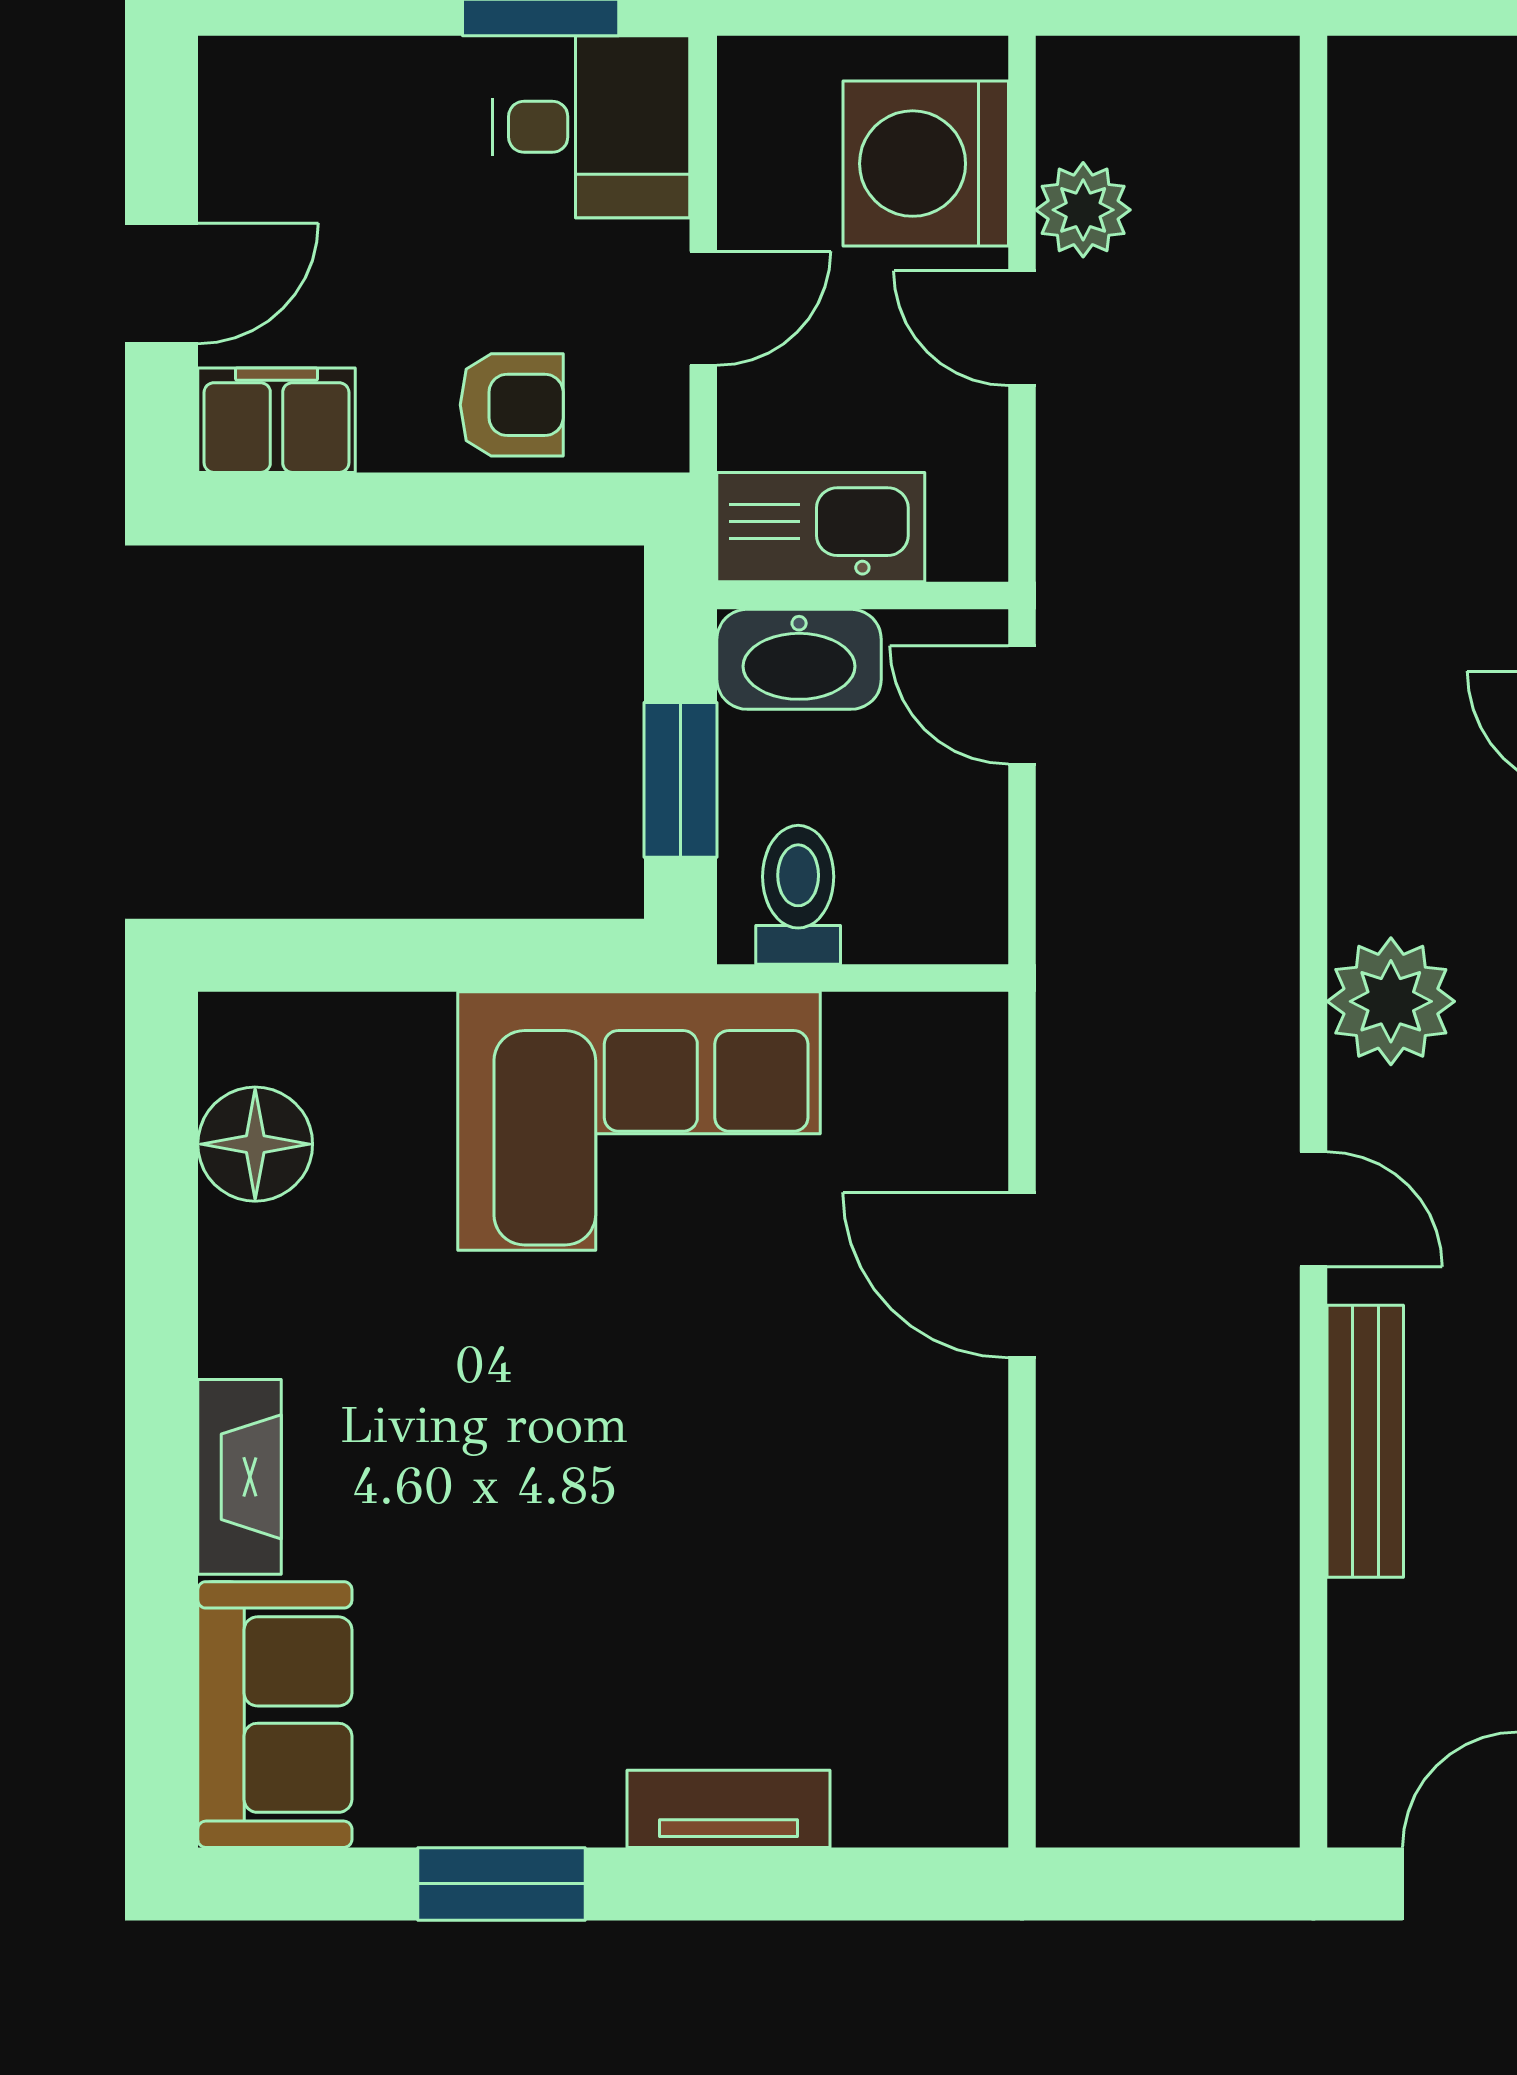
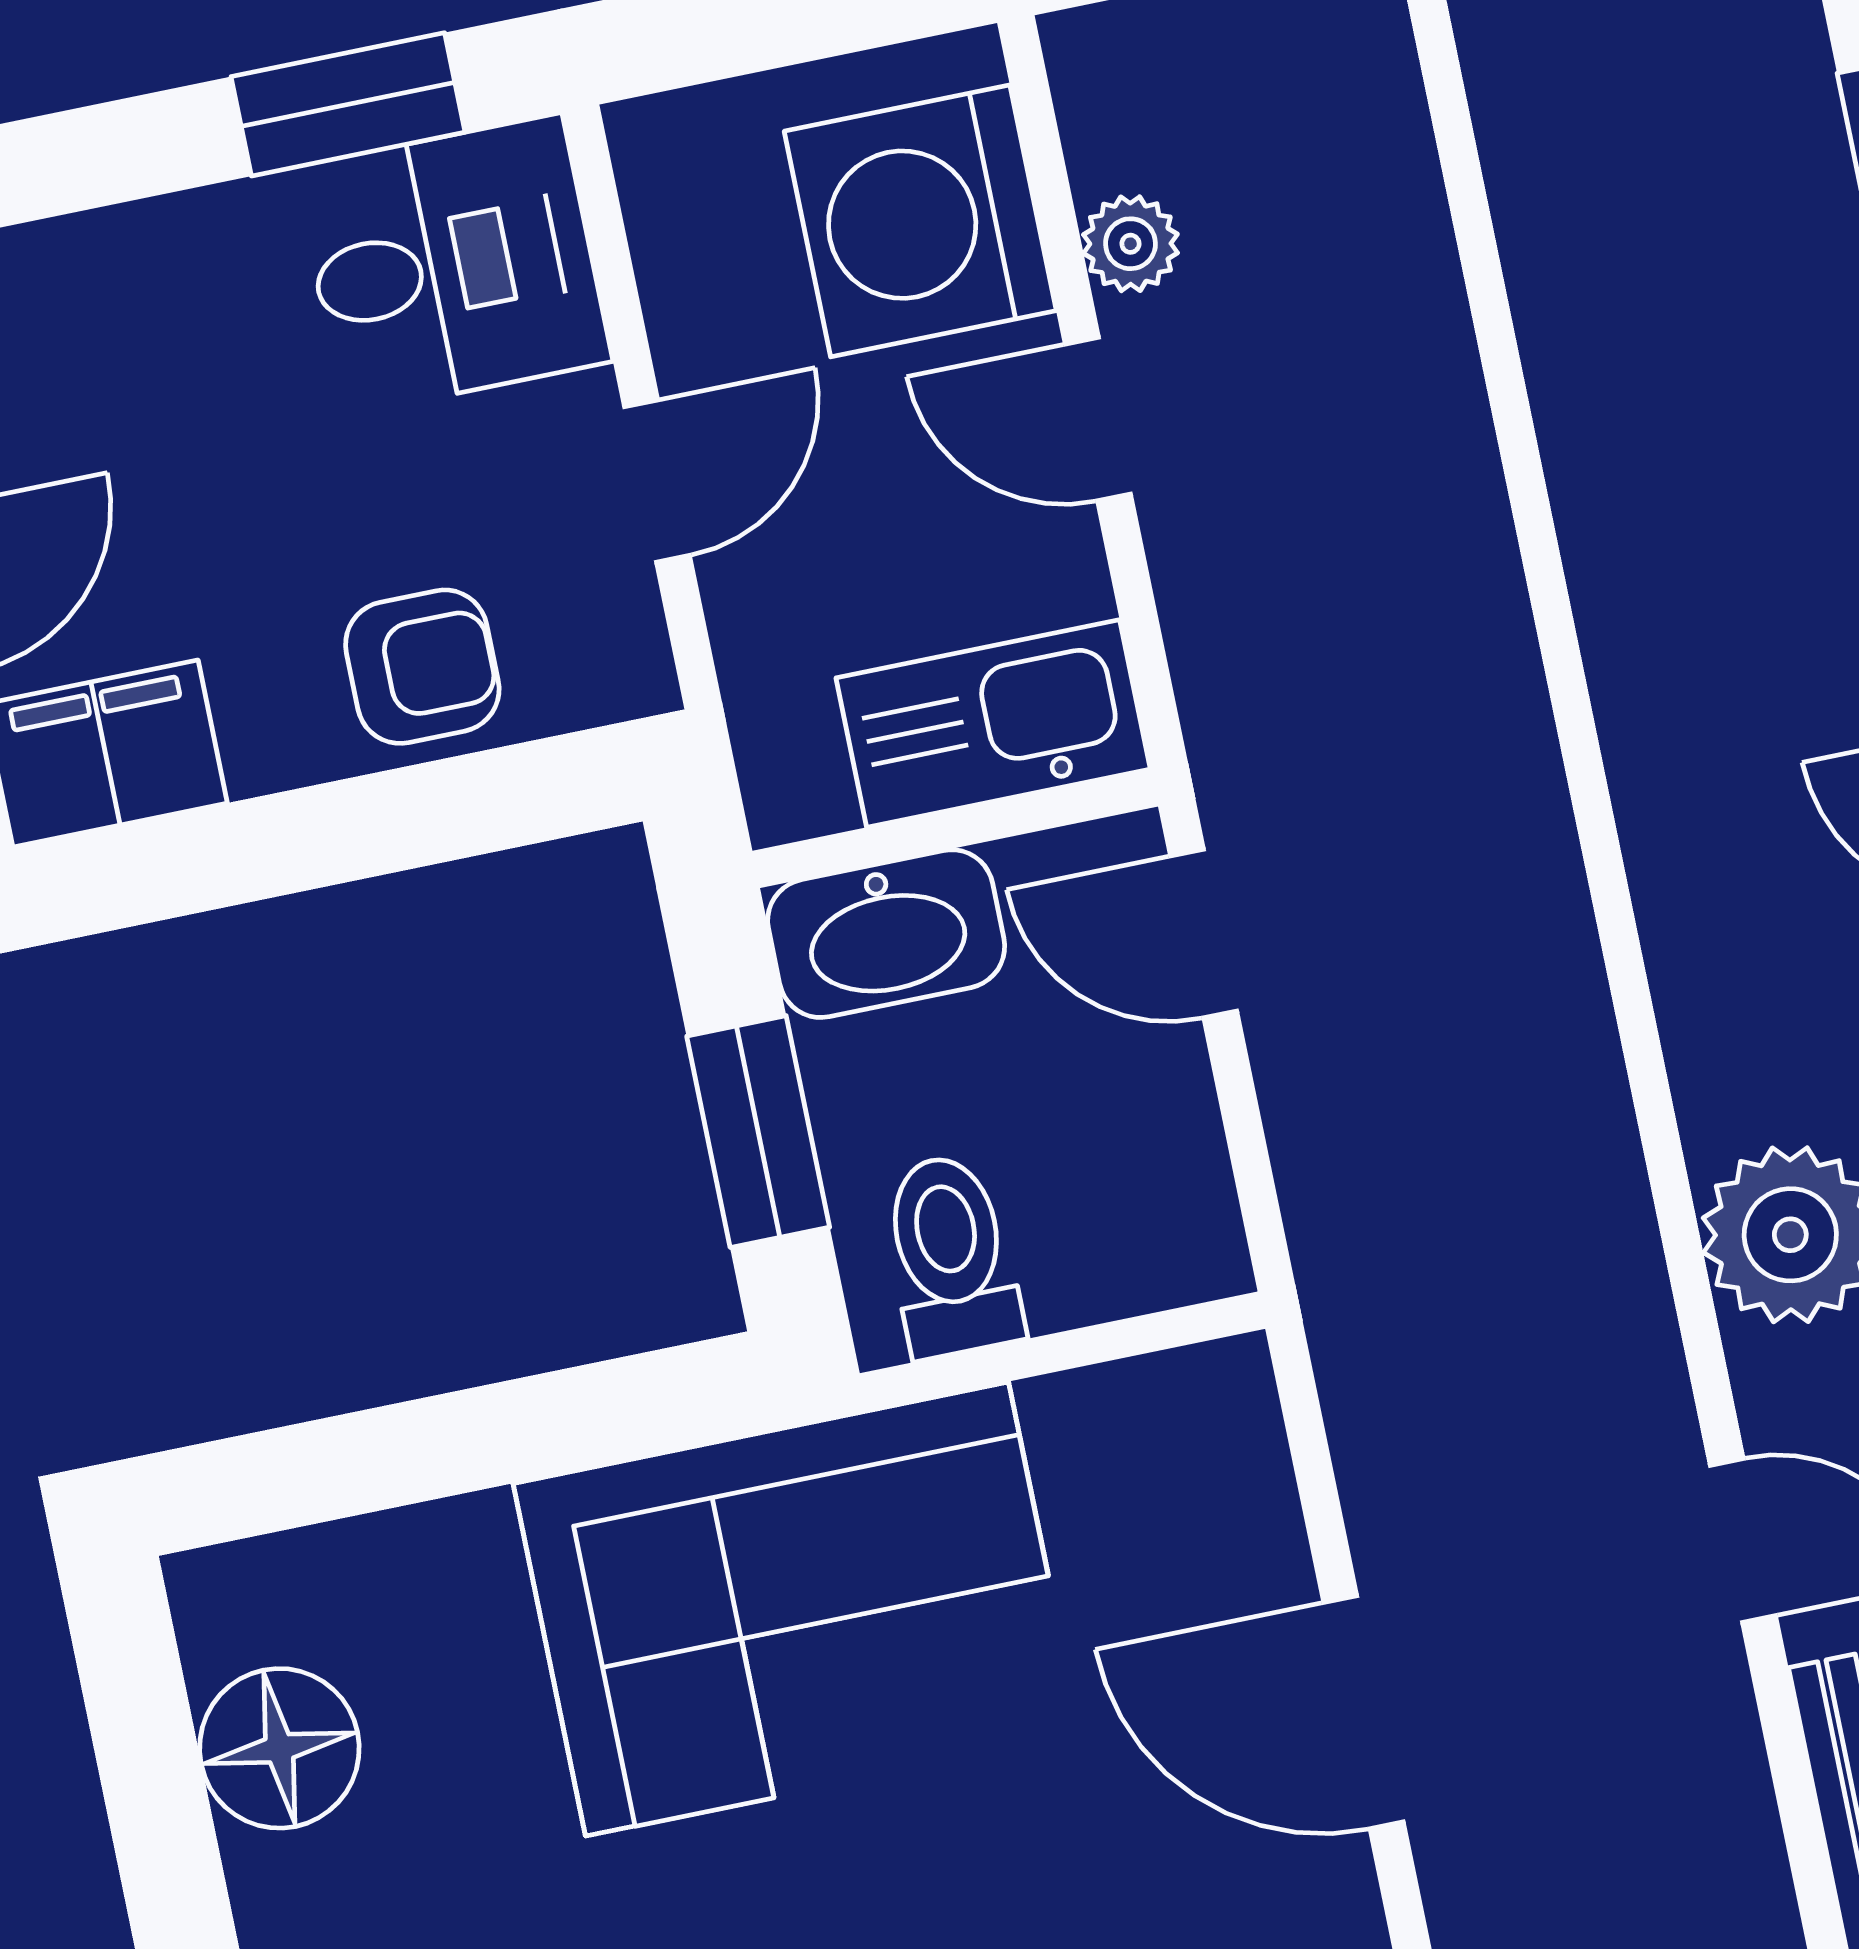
plant: (1083, 210) -> (1130, 244), width x0.73, depth x0.73
kitchen sink: (821, 527) -> (993, 723), moved

